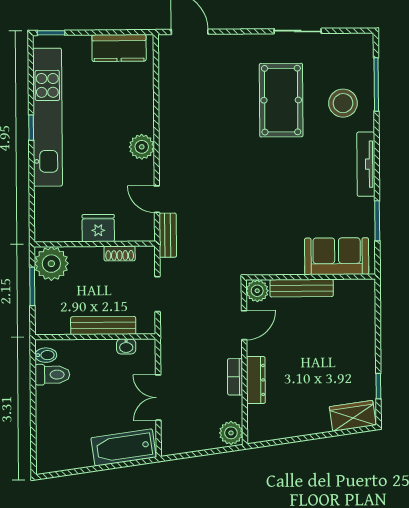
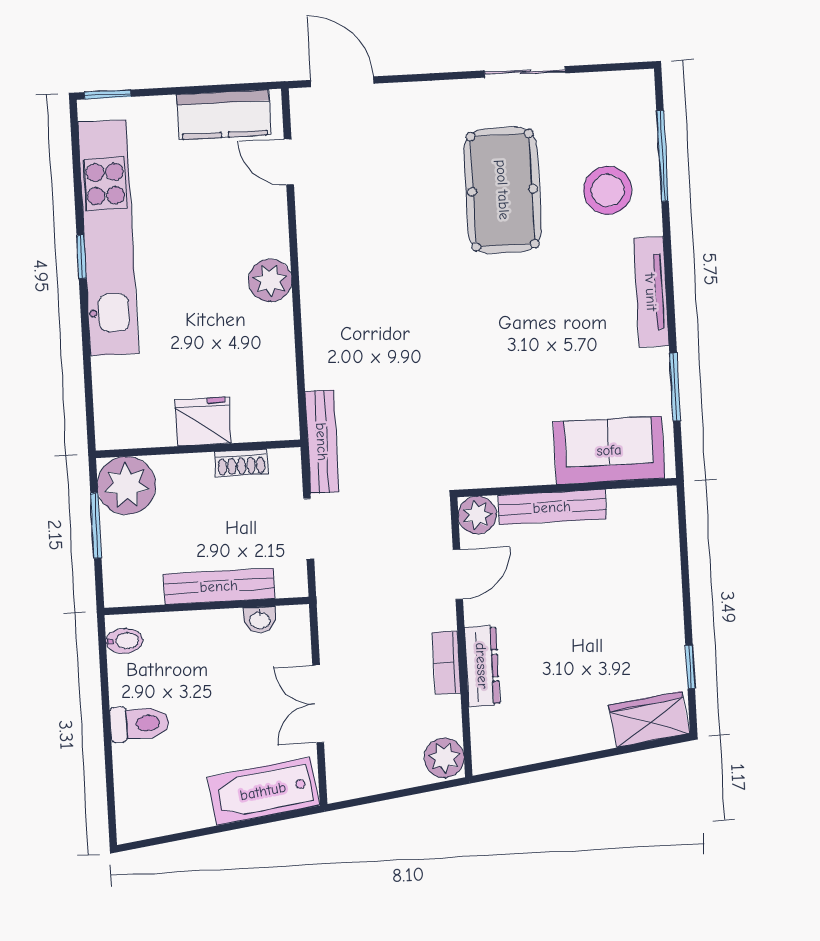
door: (157, 199) -> (289, 162), moved
bench: (168, 235) -> (322, 442), width x1.36
toilet: (52, 375) -> (140, 724), moved

